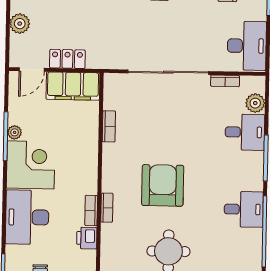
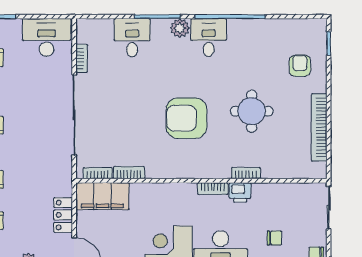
filing cabinet: (73, 86) -> (102, 196), moved, turned 90
bookcase: (109, 95) -> (98, 173), added
plant: (255, 103) -> (180, 28), moved
bookcase: (107, 208) -> (246, 173), moved

